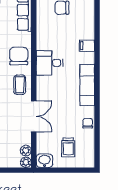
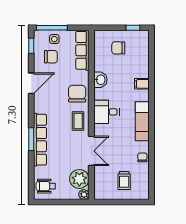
desk: (50, 63) -> (106, 112), moved
plant: (26, 151) -> (79, 179), width x1.88, depth x1.88
washbasin: (44, 161) -> (100, 80), moved, turned 90

